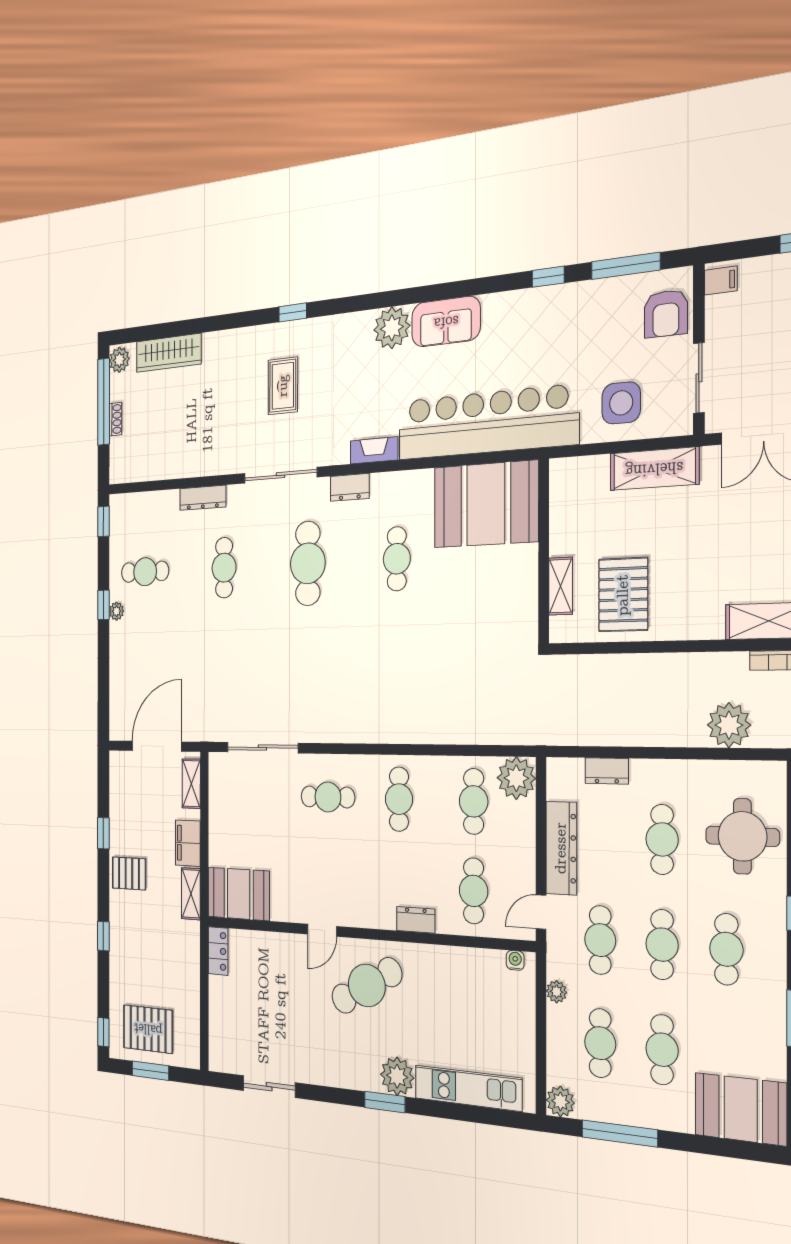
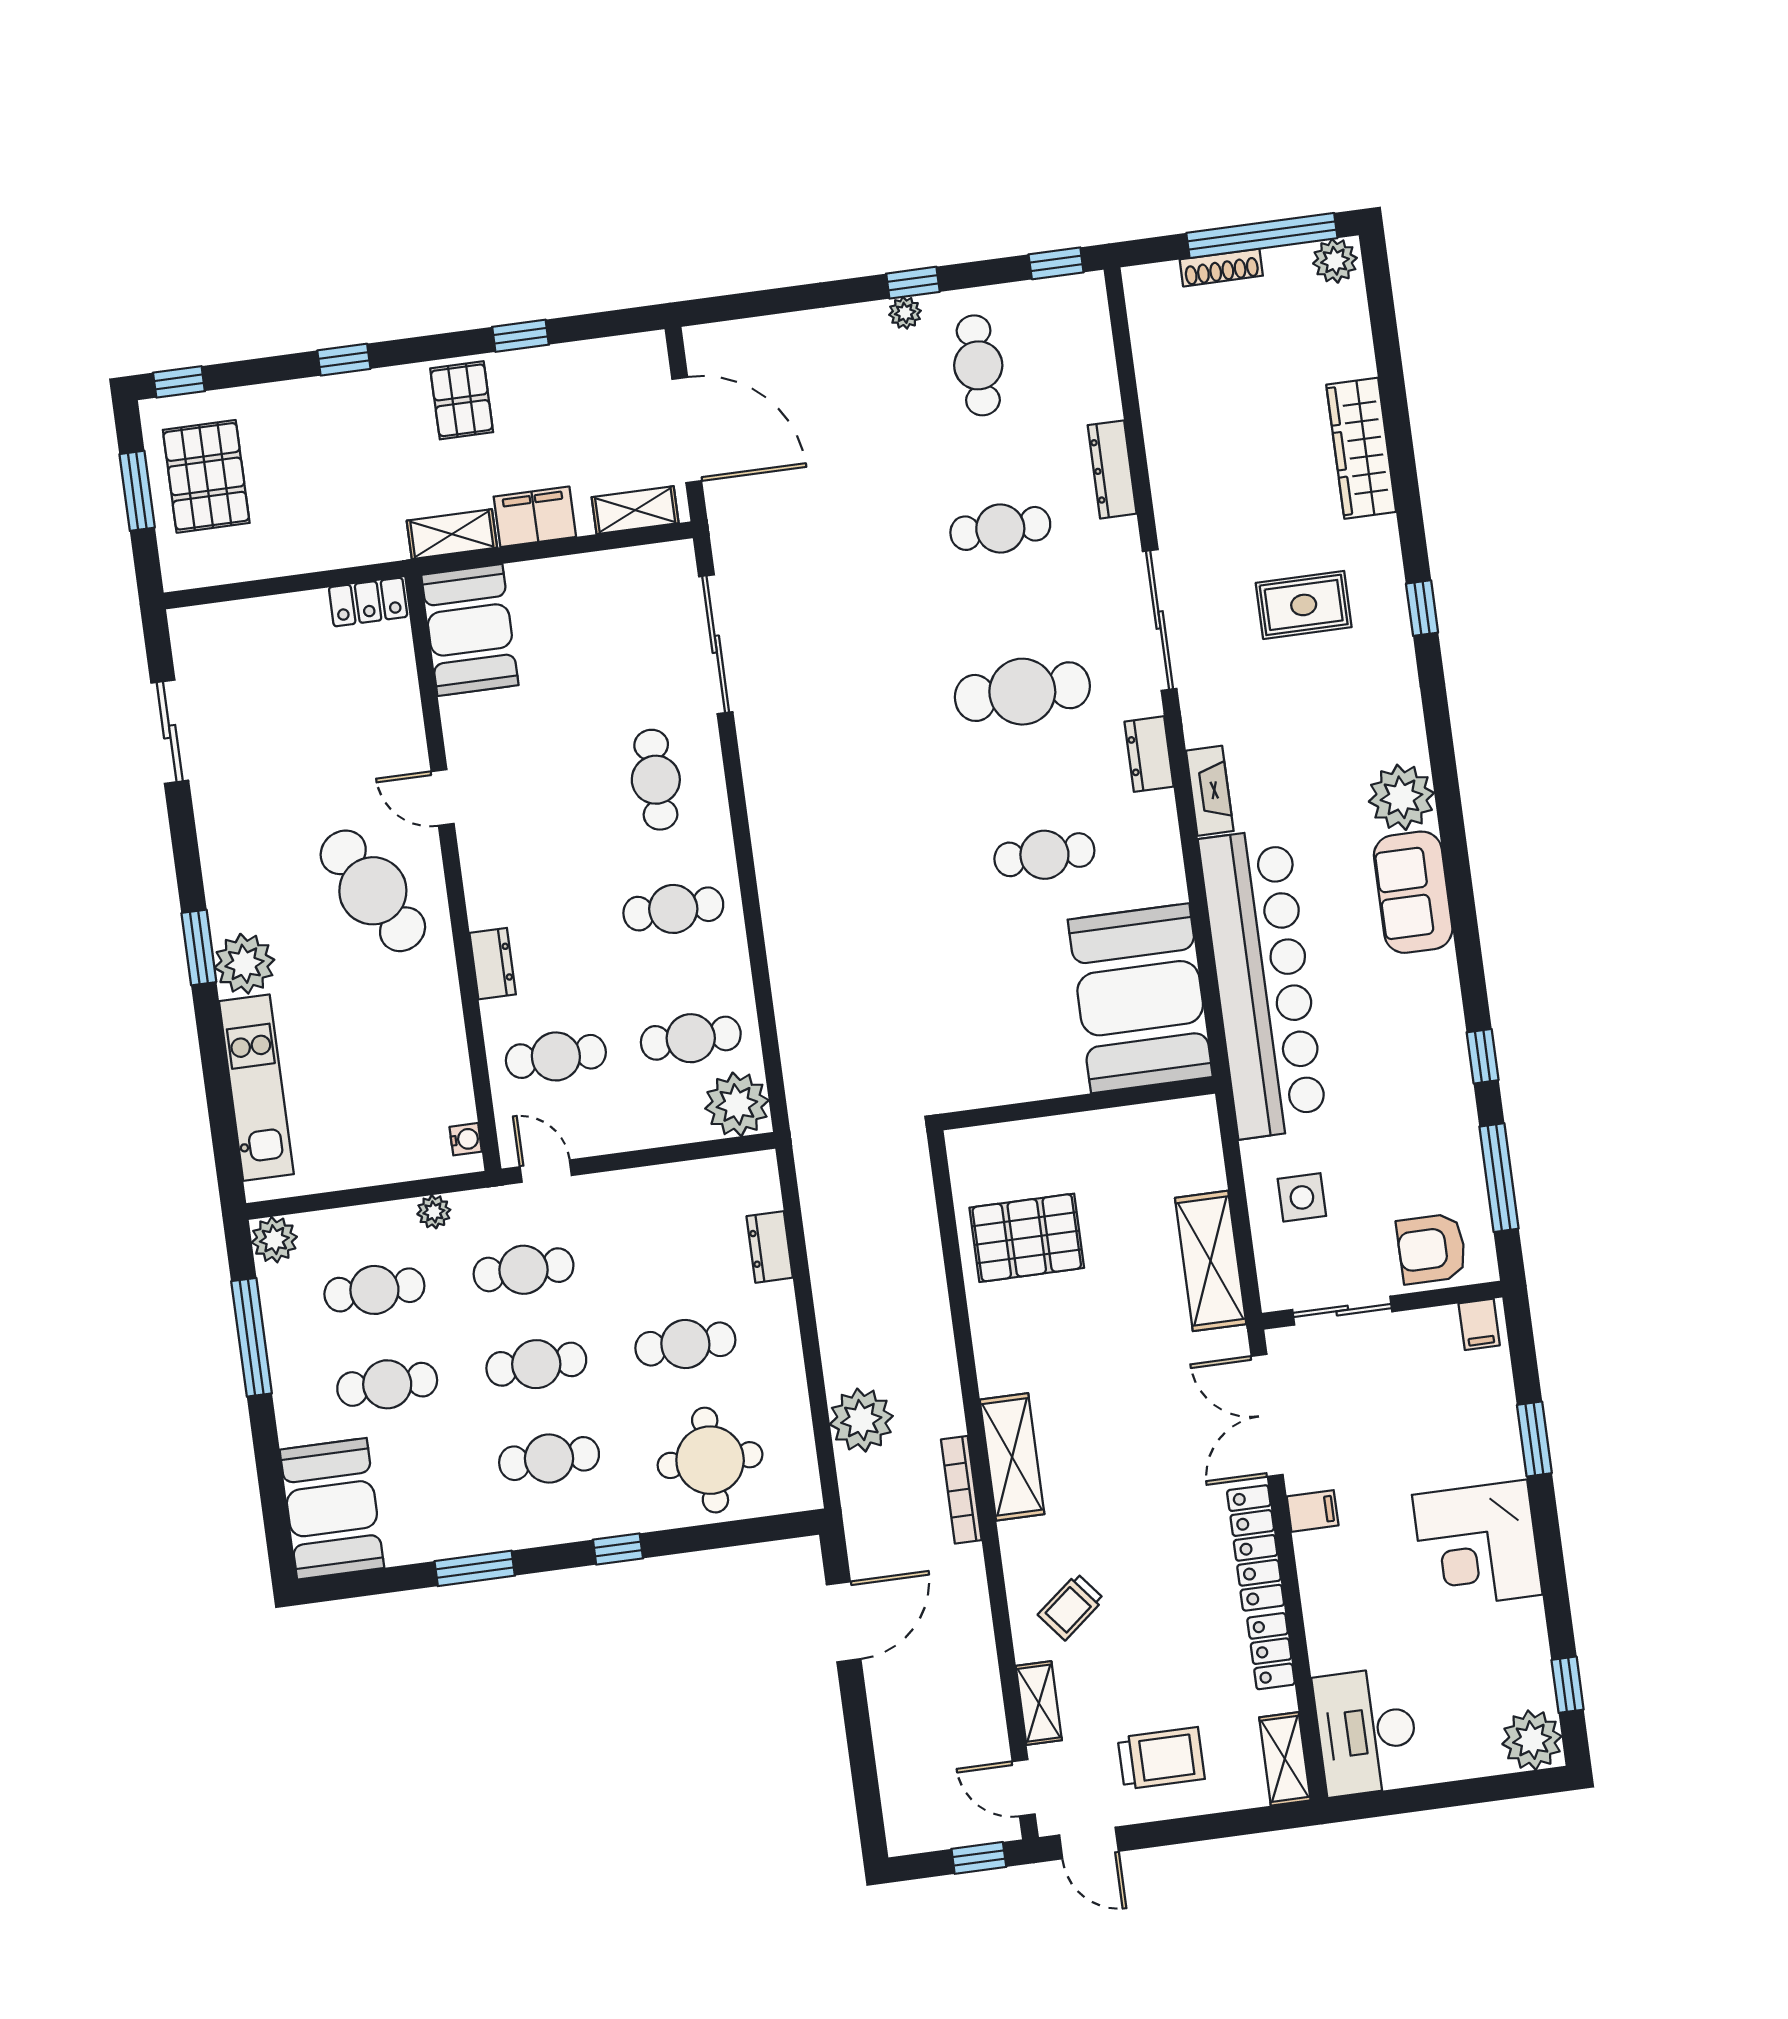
wardrobe: (169, 353) -> (1361, 448), moved
side table: (621, 403) -> (1302, 1197), width x0.73, depth x0.73
shoe rack: (115, 419) -> (1221, 268), width x1.43
shelving: (561, 586) -> (1029, 1138), removed
dresser: (561, 848) -> (646, 1191), removed

